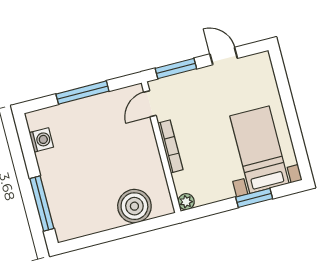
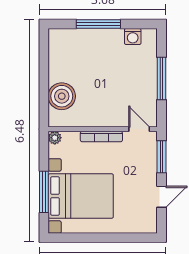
bed with nightstands: (259, 150) -> (81, 196), width x1.36
window: (254, 198) -> (44, 192), width x1.44
window: (42, 203) -> (98, 24), moved

